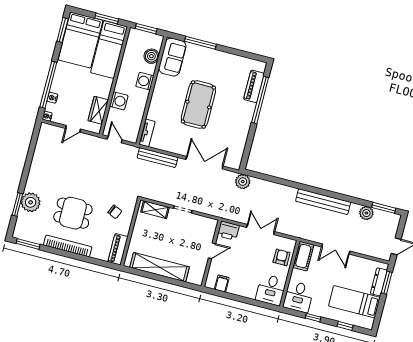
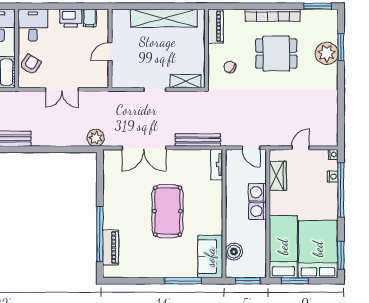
washing machine: (145, 81) -> (258, 211), moved, turned 180
printer: (228, 231) -> (71, 18), moved, turned 180
armchair: (282, 257) -> (30, 64), turned -147

